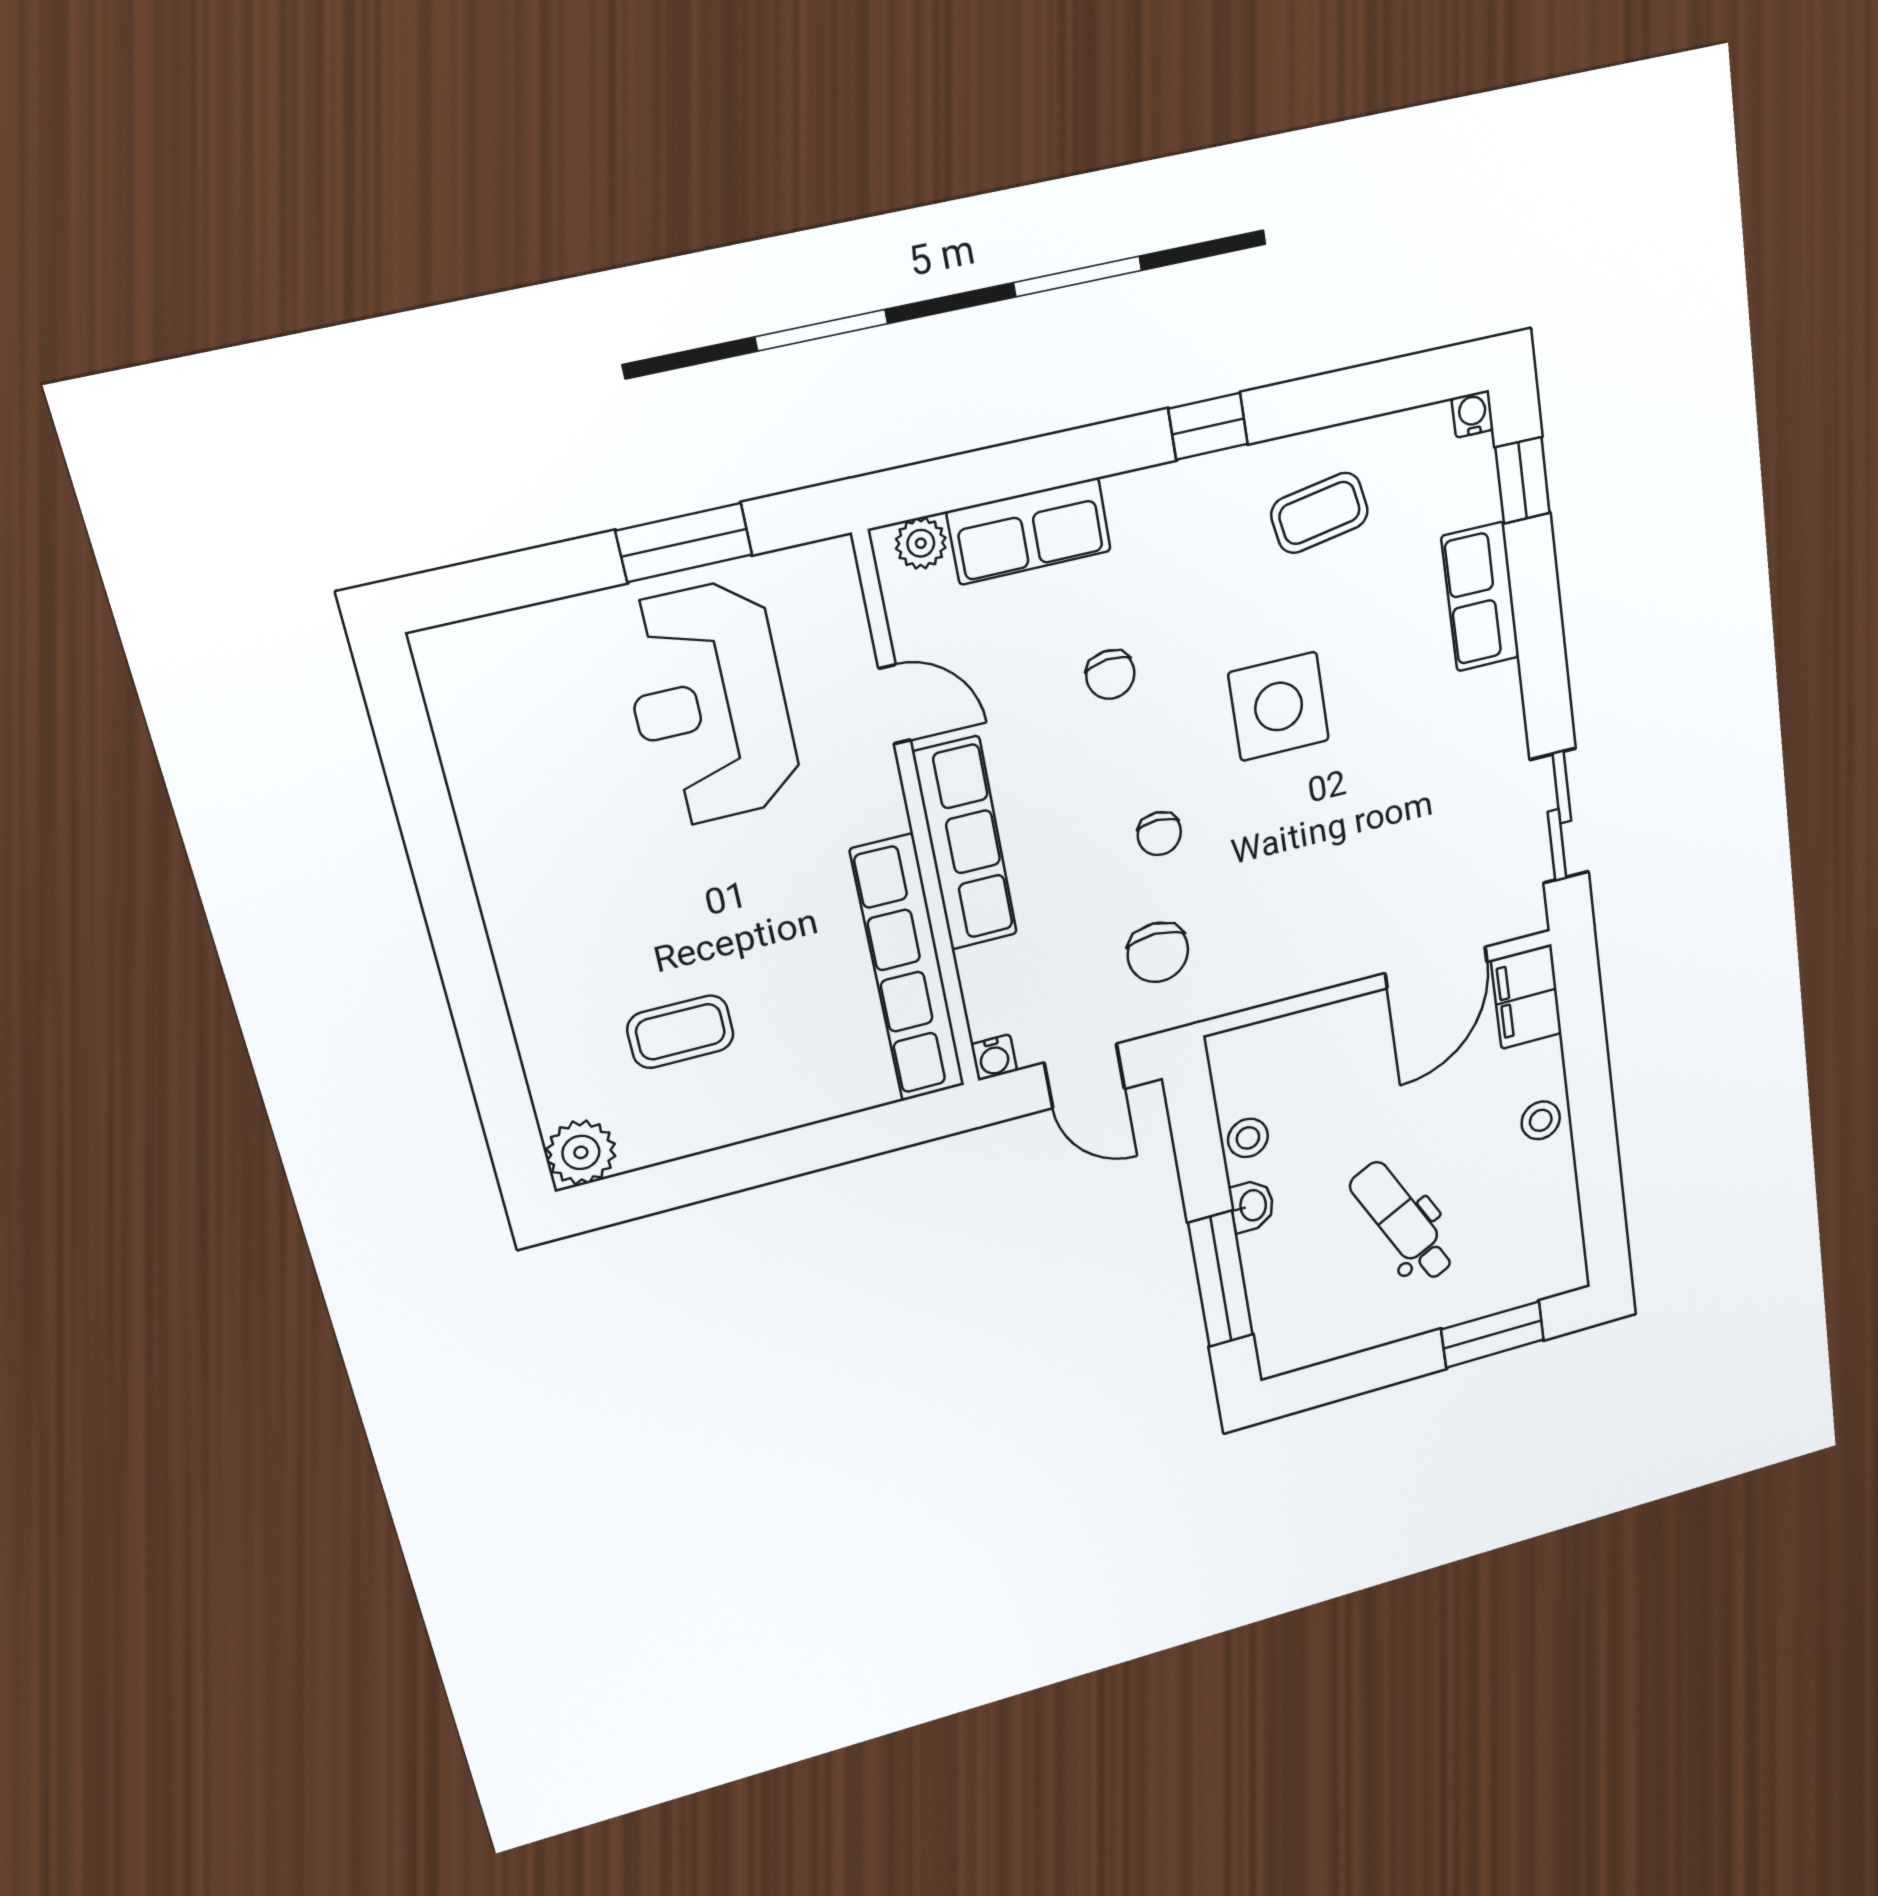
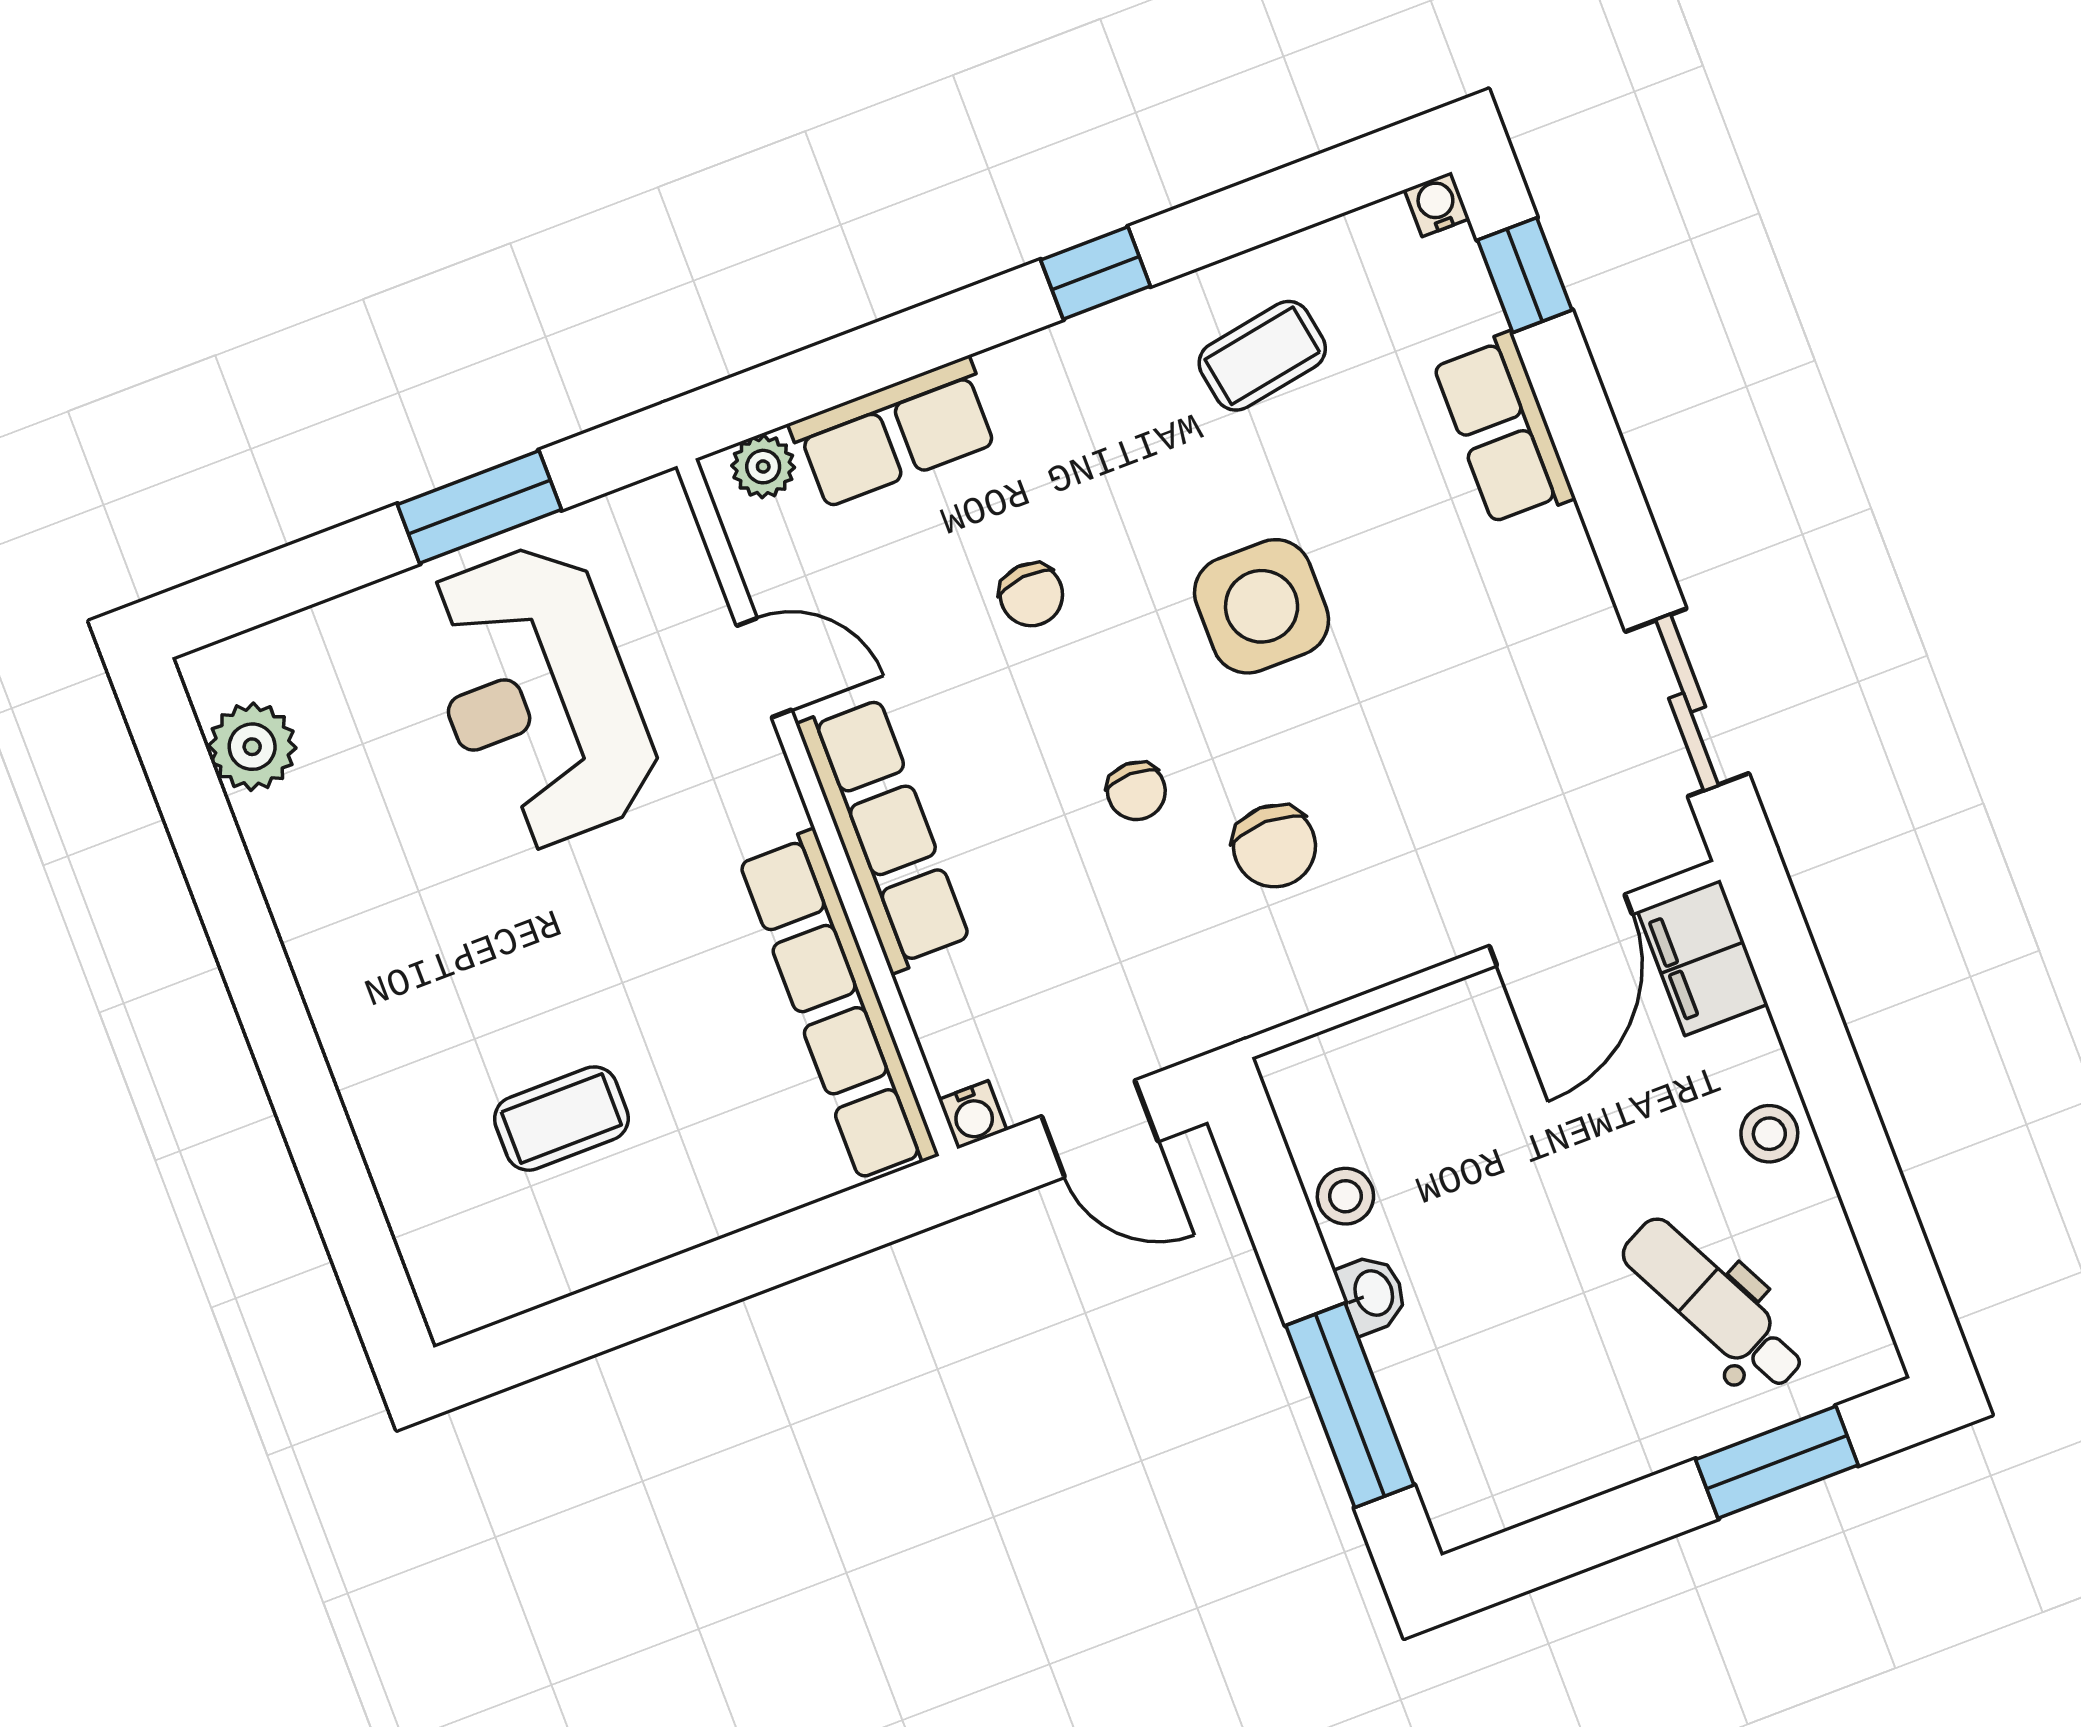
chair: (1158, 952) -> (1274, 846), moved
plant: (581, 1152) -> (252, 747), moved
dental chair: (1403, 1222) -> (1714, 1304), moved

